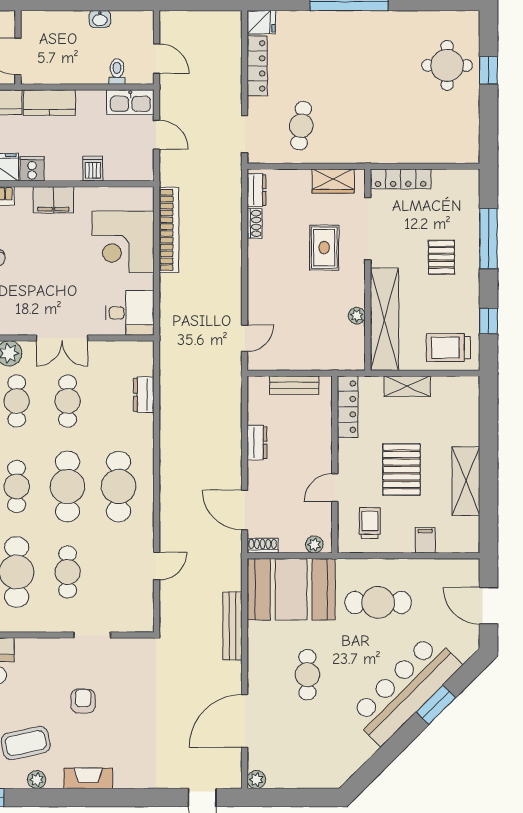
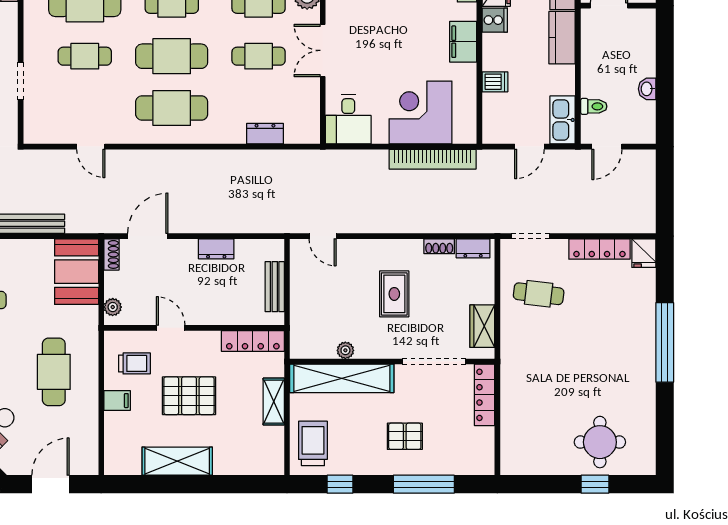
rug: (324, 248) -> (394, 294), moved, turned 90
filing cabinet: (425, 540) -> (117, 401), moved
booth: (291, 589) -> (77, 272), width x0.73, depth x0.70

